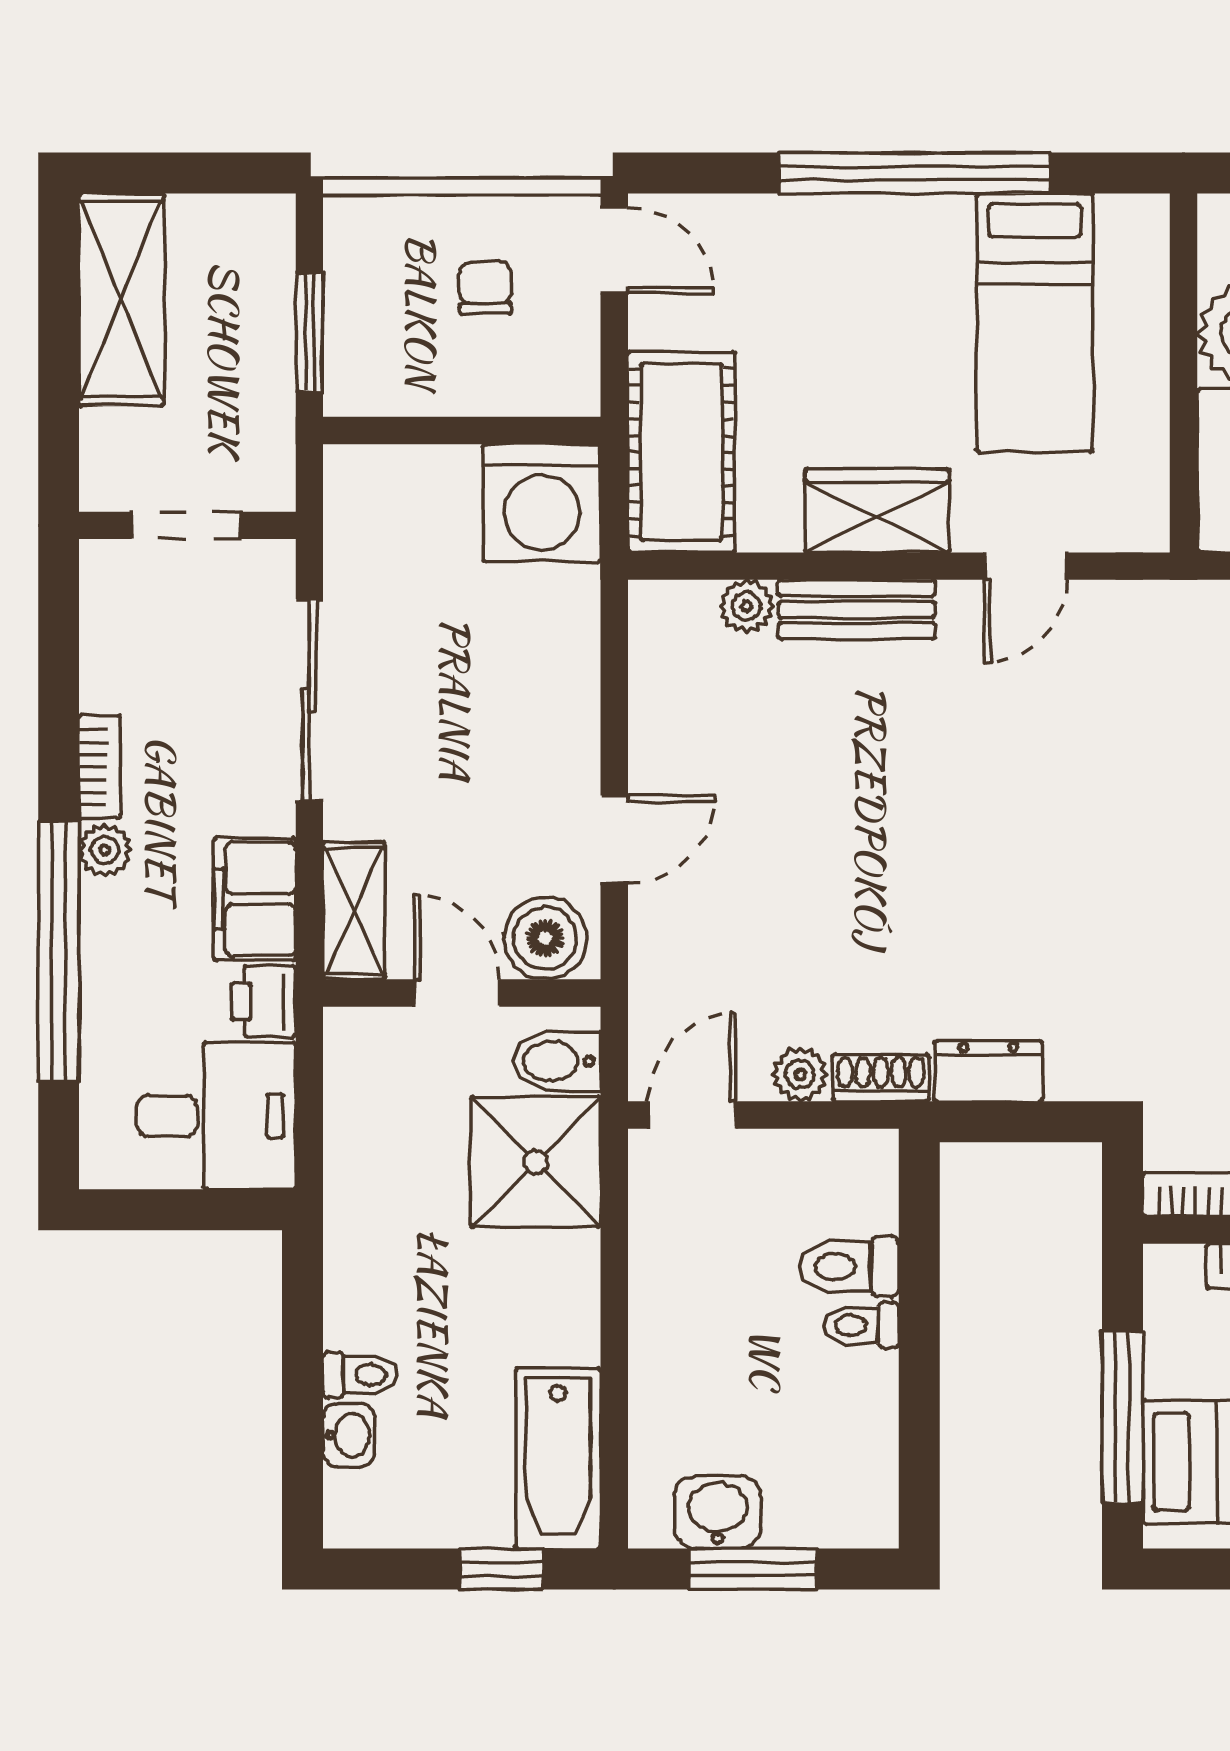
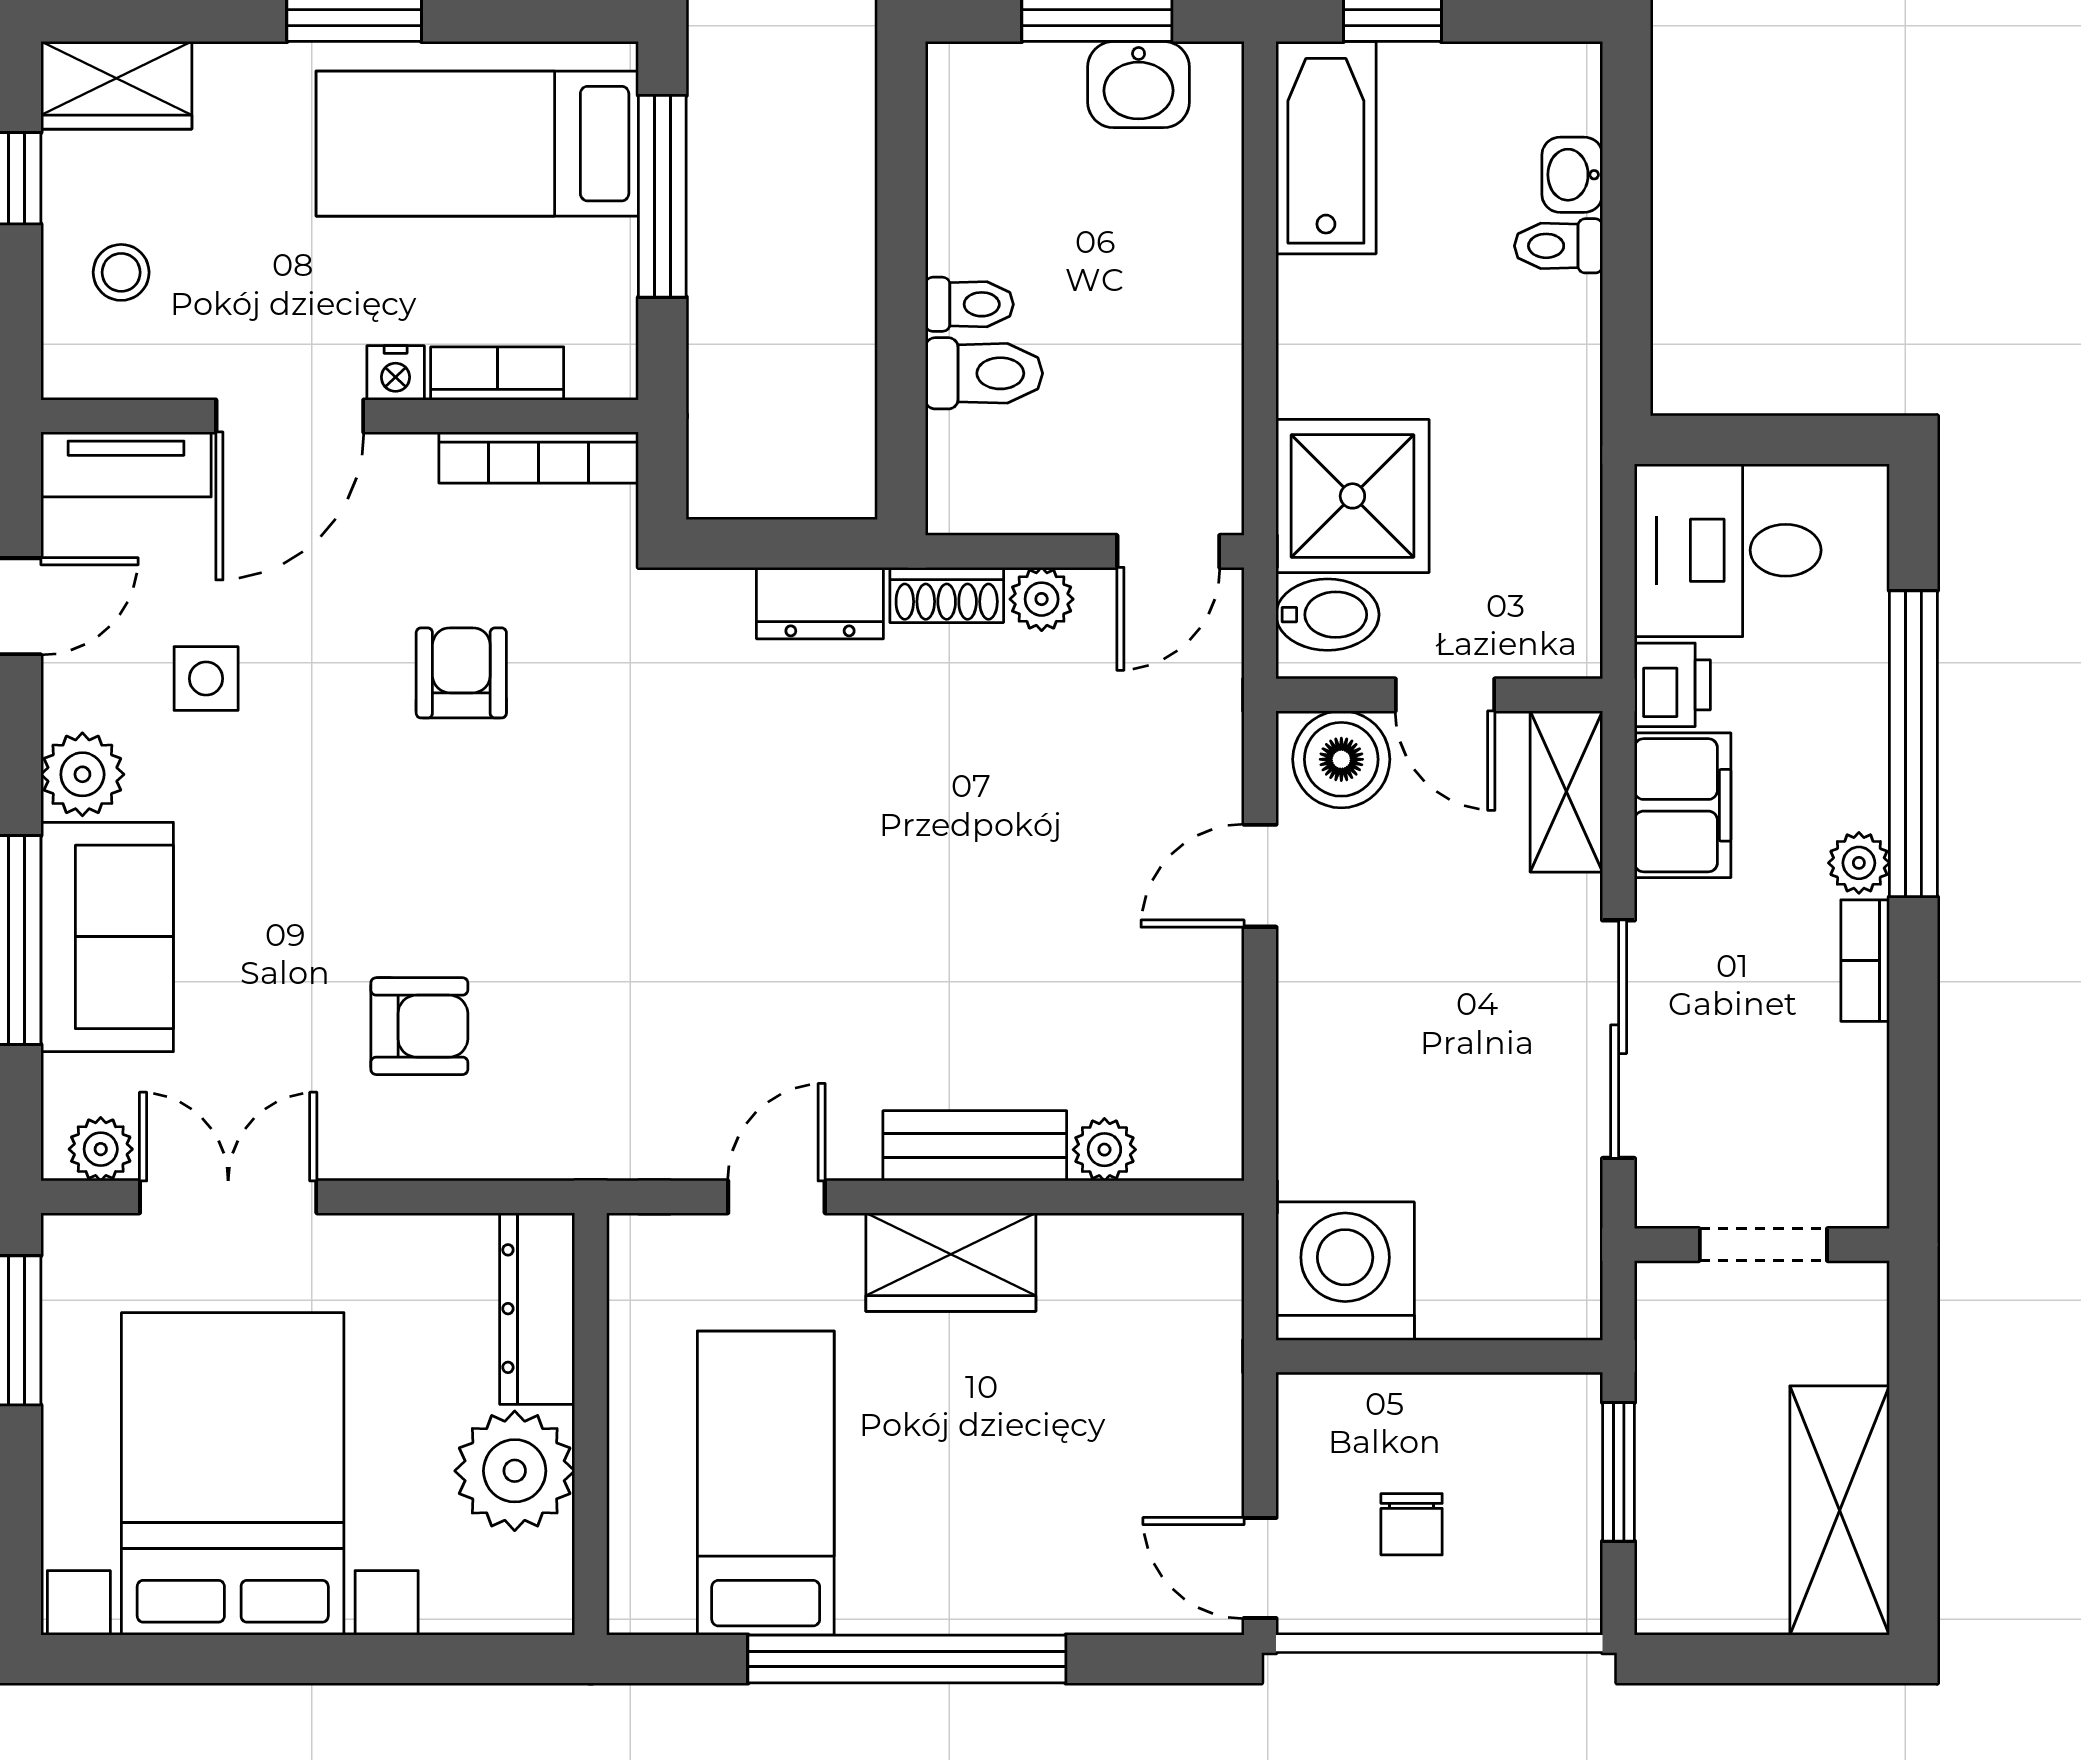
cot: (681, 452) -> (1181, 1331), removed

